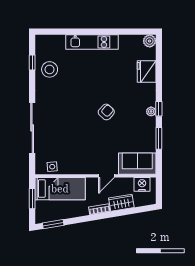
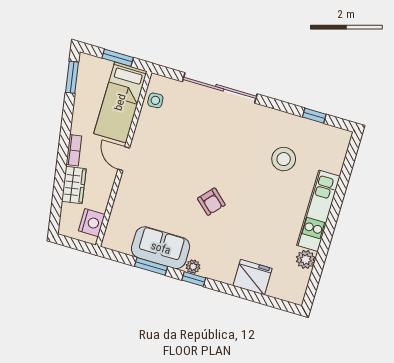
plant: (150, 41) -> (306, 259), moved
stool: (50, 69) -> (284, 159), moved
sofa: (137, 164) -> (161, 248), moved, turned -90
door: (106, 176) -> (124, 159), moved

